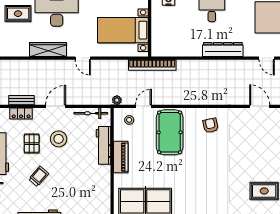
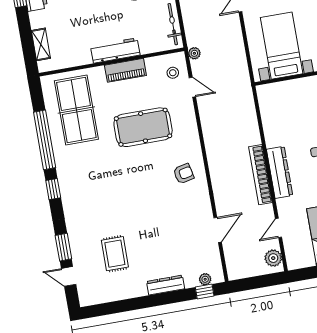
bookcase: (152, 65) -> (260, 175), moved
pool table: (170, 132) -> (143, 127), moved
workbench: (104, 145) -> (115, 50), moved

